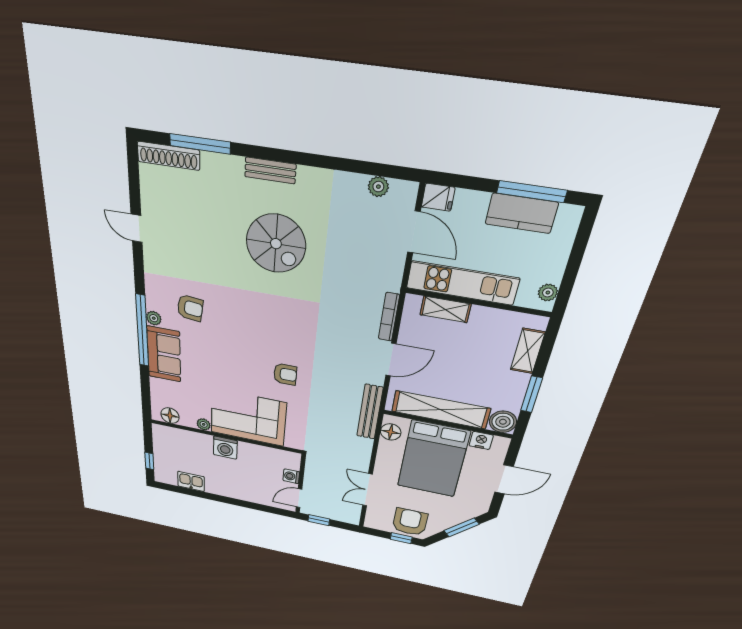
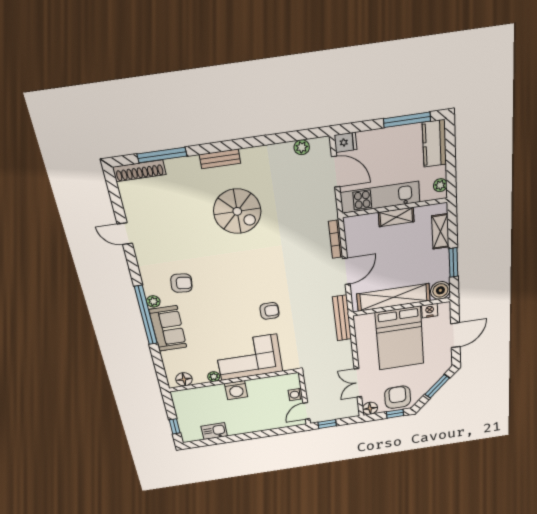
kitchen counter: (521, 213) -> (434, 143), moved, turned 90
shelving: (445, 309) -> (396, 217), moved
floor lamp: (391, 432) -> (370, 408), moved

